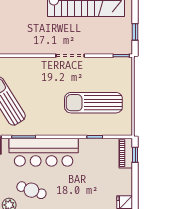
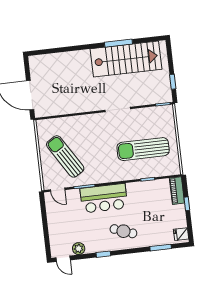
bar counter: (44, 152) -> (104, 198), width x0.73
window: (135, 155) -> (187, 204), moved
cafe table: (31, 190) -> (123, 231), moved

